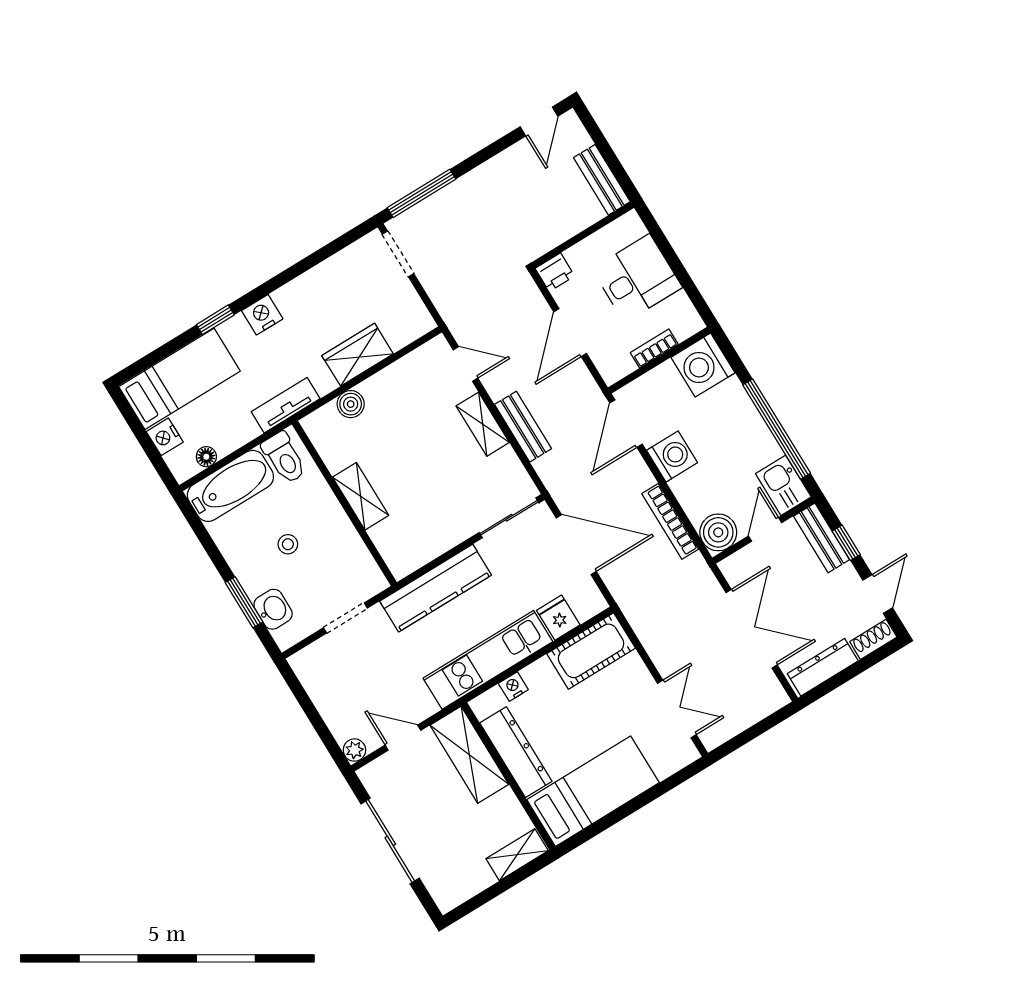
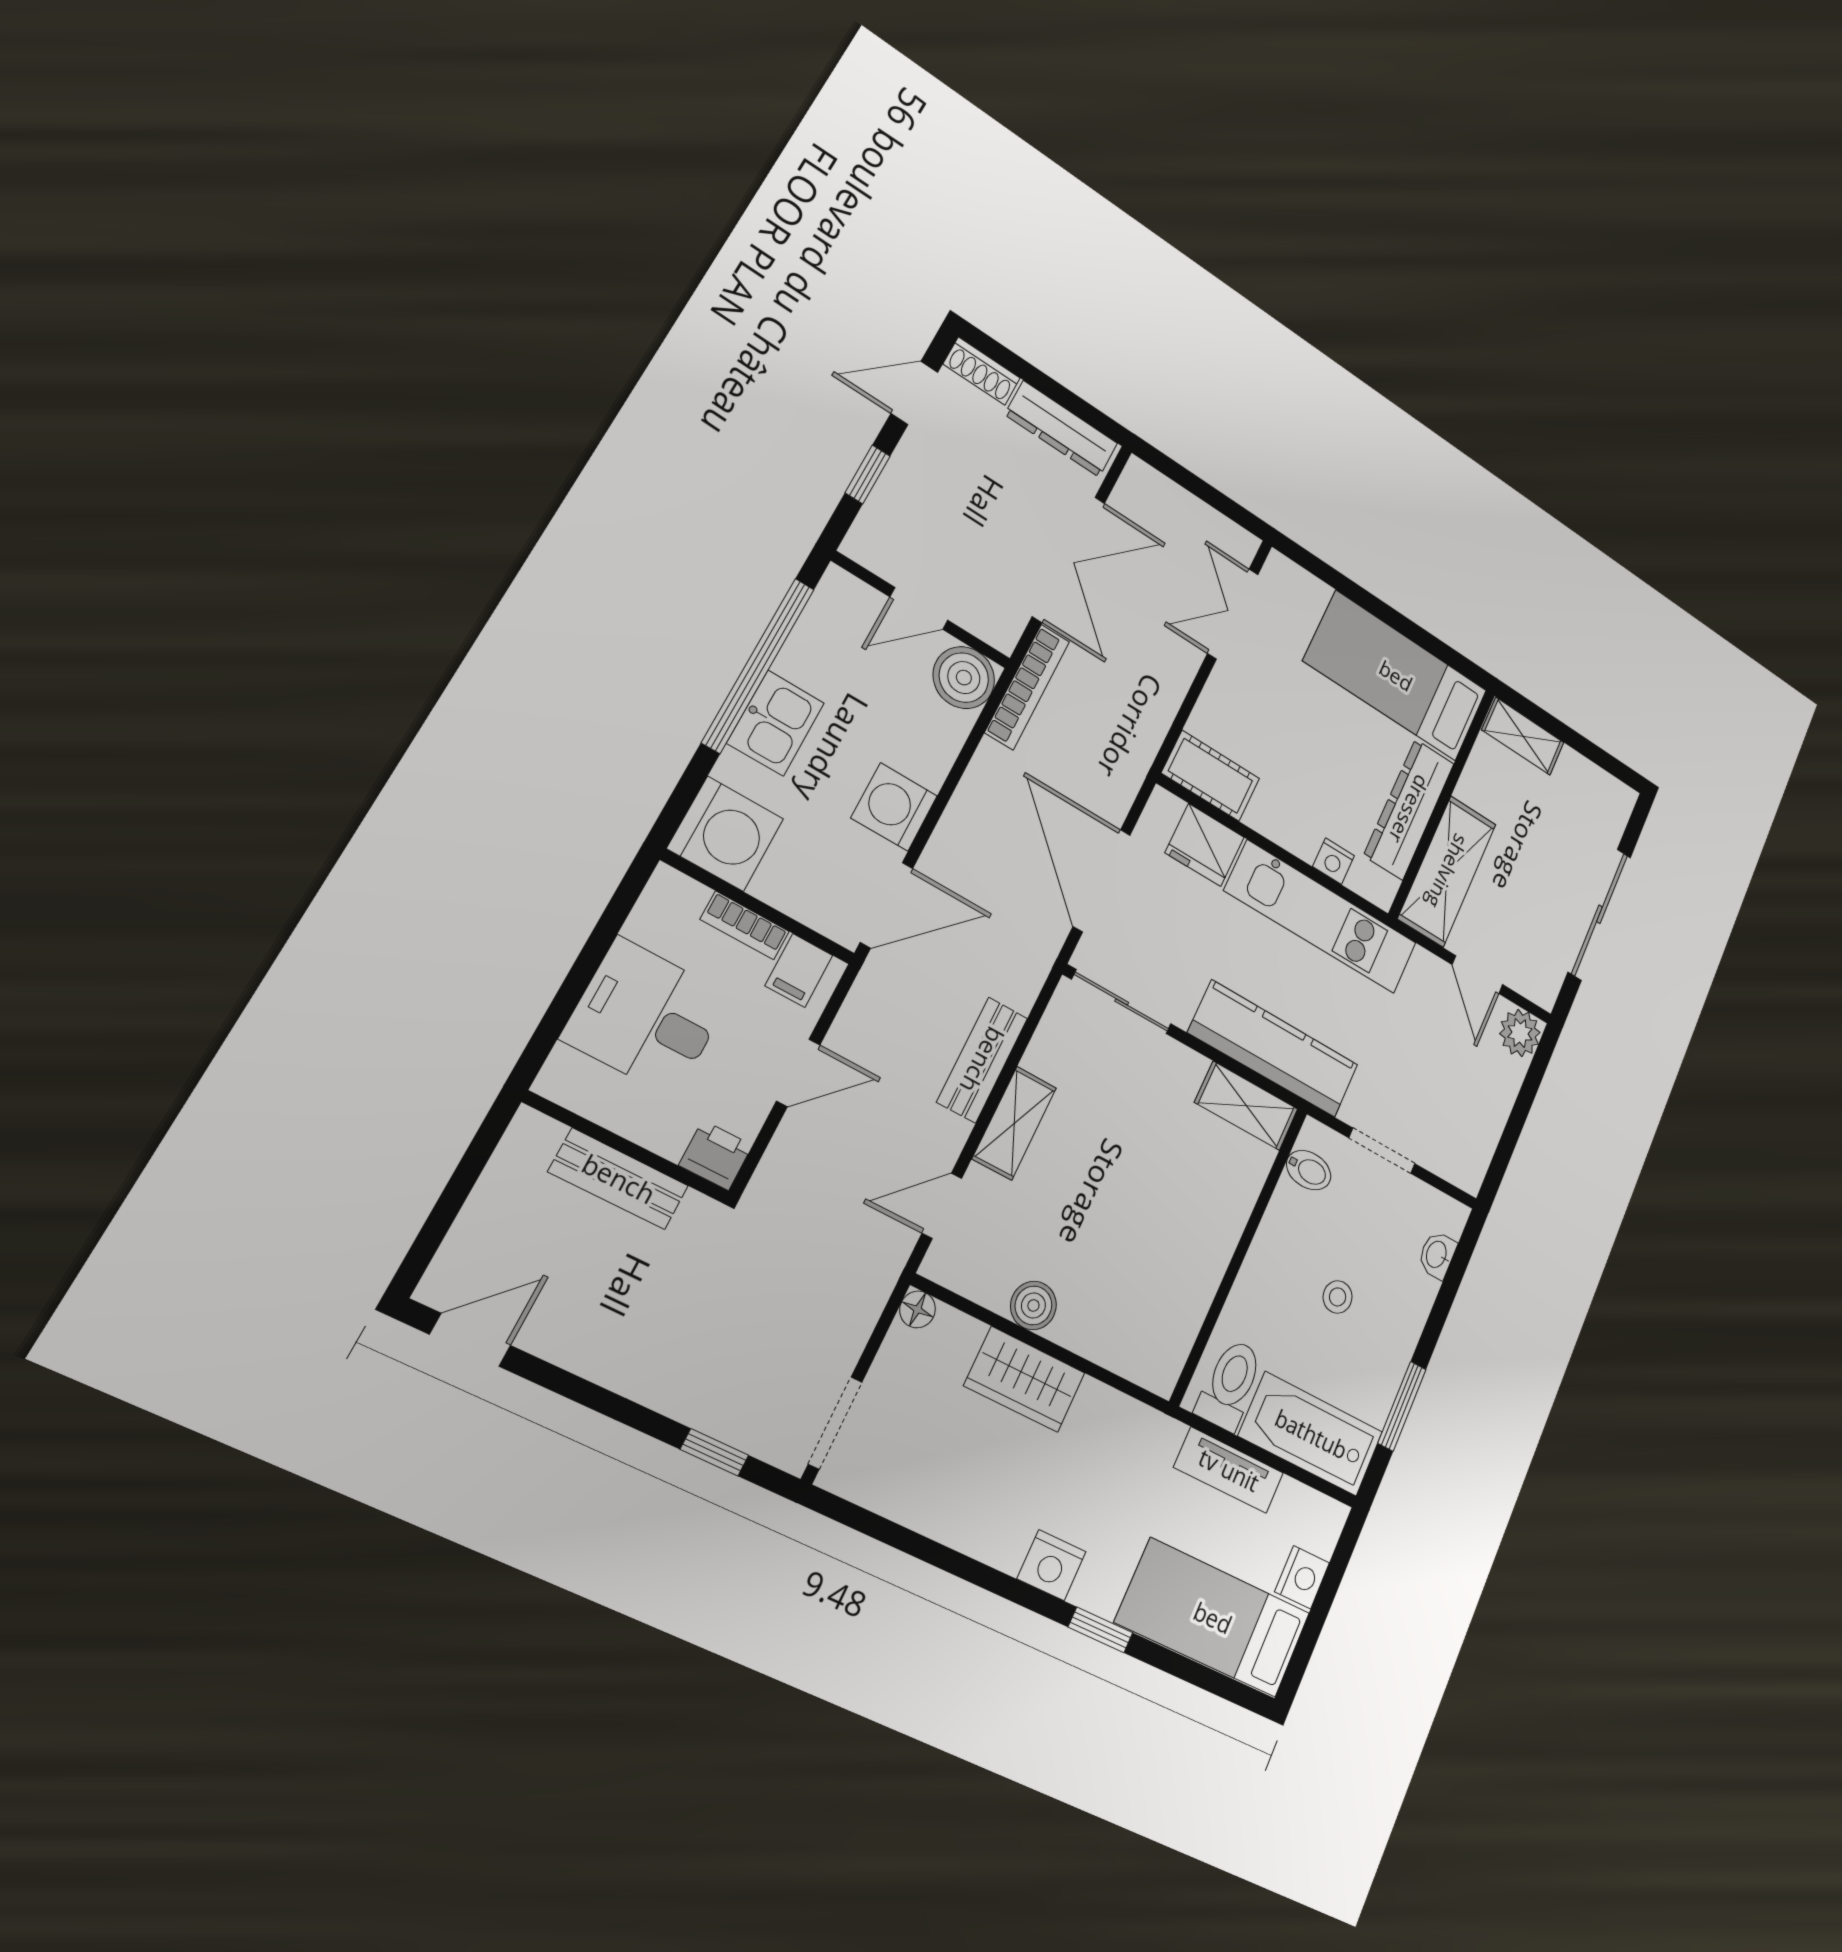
bench: (602, 180) -> (619, 1179), moved, turned 90
window: (421, 193) -> (714, 1452), width x0.46
door: (570, 333) -> (798, 1073), width x0.73
filing cabinet: (618, 362) -> (799, 971), added
door: (466, 364) -> (942, 1206), hinge flipped
boiler: (351, 404) -> (1033, 1305), moved
tv unit: (286, 405) -> (1229, 1470), moved
floor lamp: (206, 457) -> (918, 1309), moved
kitchen sink: (783, 485) -> (776, 723), moved
shelving: (361, 496) -> (1246, 1106), moved, turned 90
bookcase: (670, 521) -> (1027, 687), moved
bench: (822, 538) -> (882, 516), removed
bidet: (362, 569) -> (1309, 1170), added
window: (244, 602) -> (1402, 1406), moved
washbasin: (273, 609) -> (1437, 1255), width x0.72, depth x0.69
fridge: (558, 618) -> (1205, 845), width x1.38
double door: (752, 629) -> (1069, 559), swing flipped
cot: (591, 651) -> (1211, 776), width x0.73, depth x0.75
plant: (354, 750) -> (1520, 1033), width x1.38, depth x1.38

